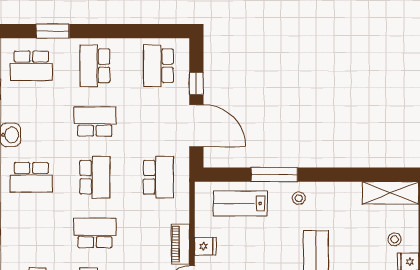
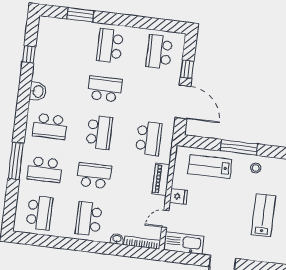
school desk: (31, 66) -> (45, 170), moved
piano: (180, 244) -> (161, 179), moved

